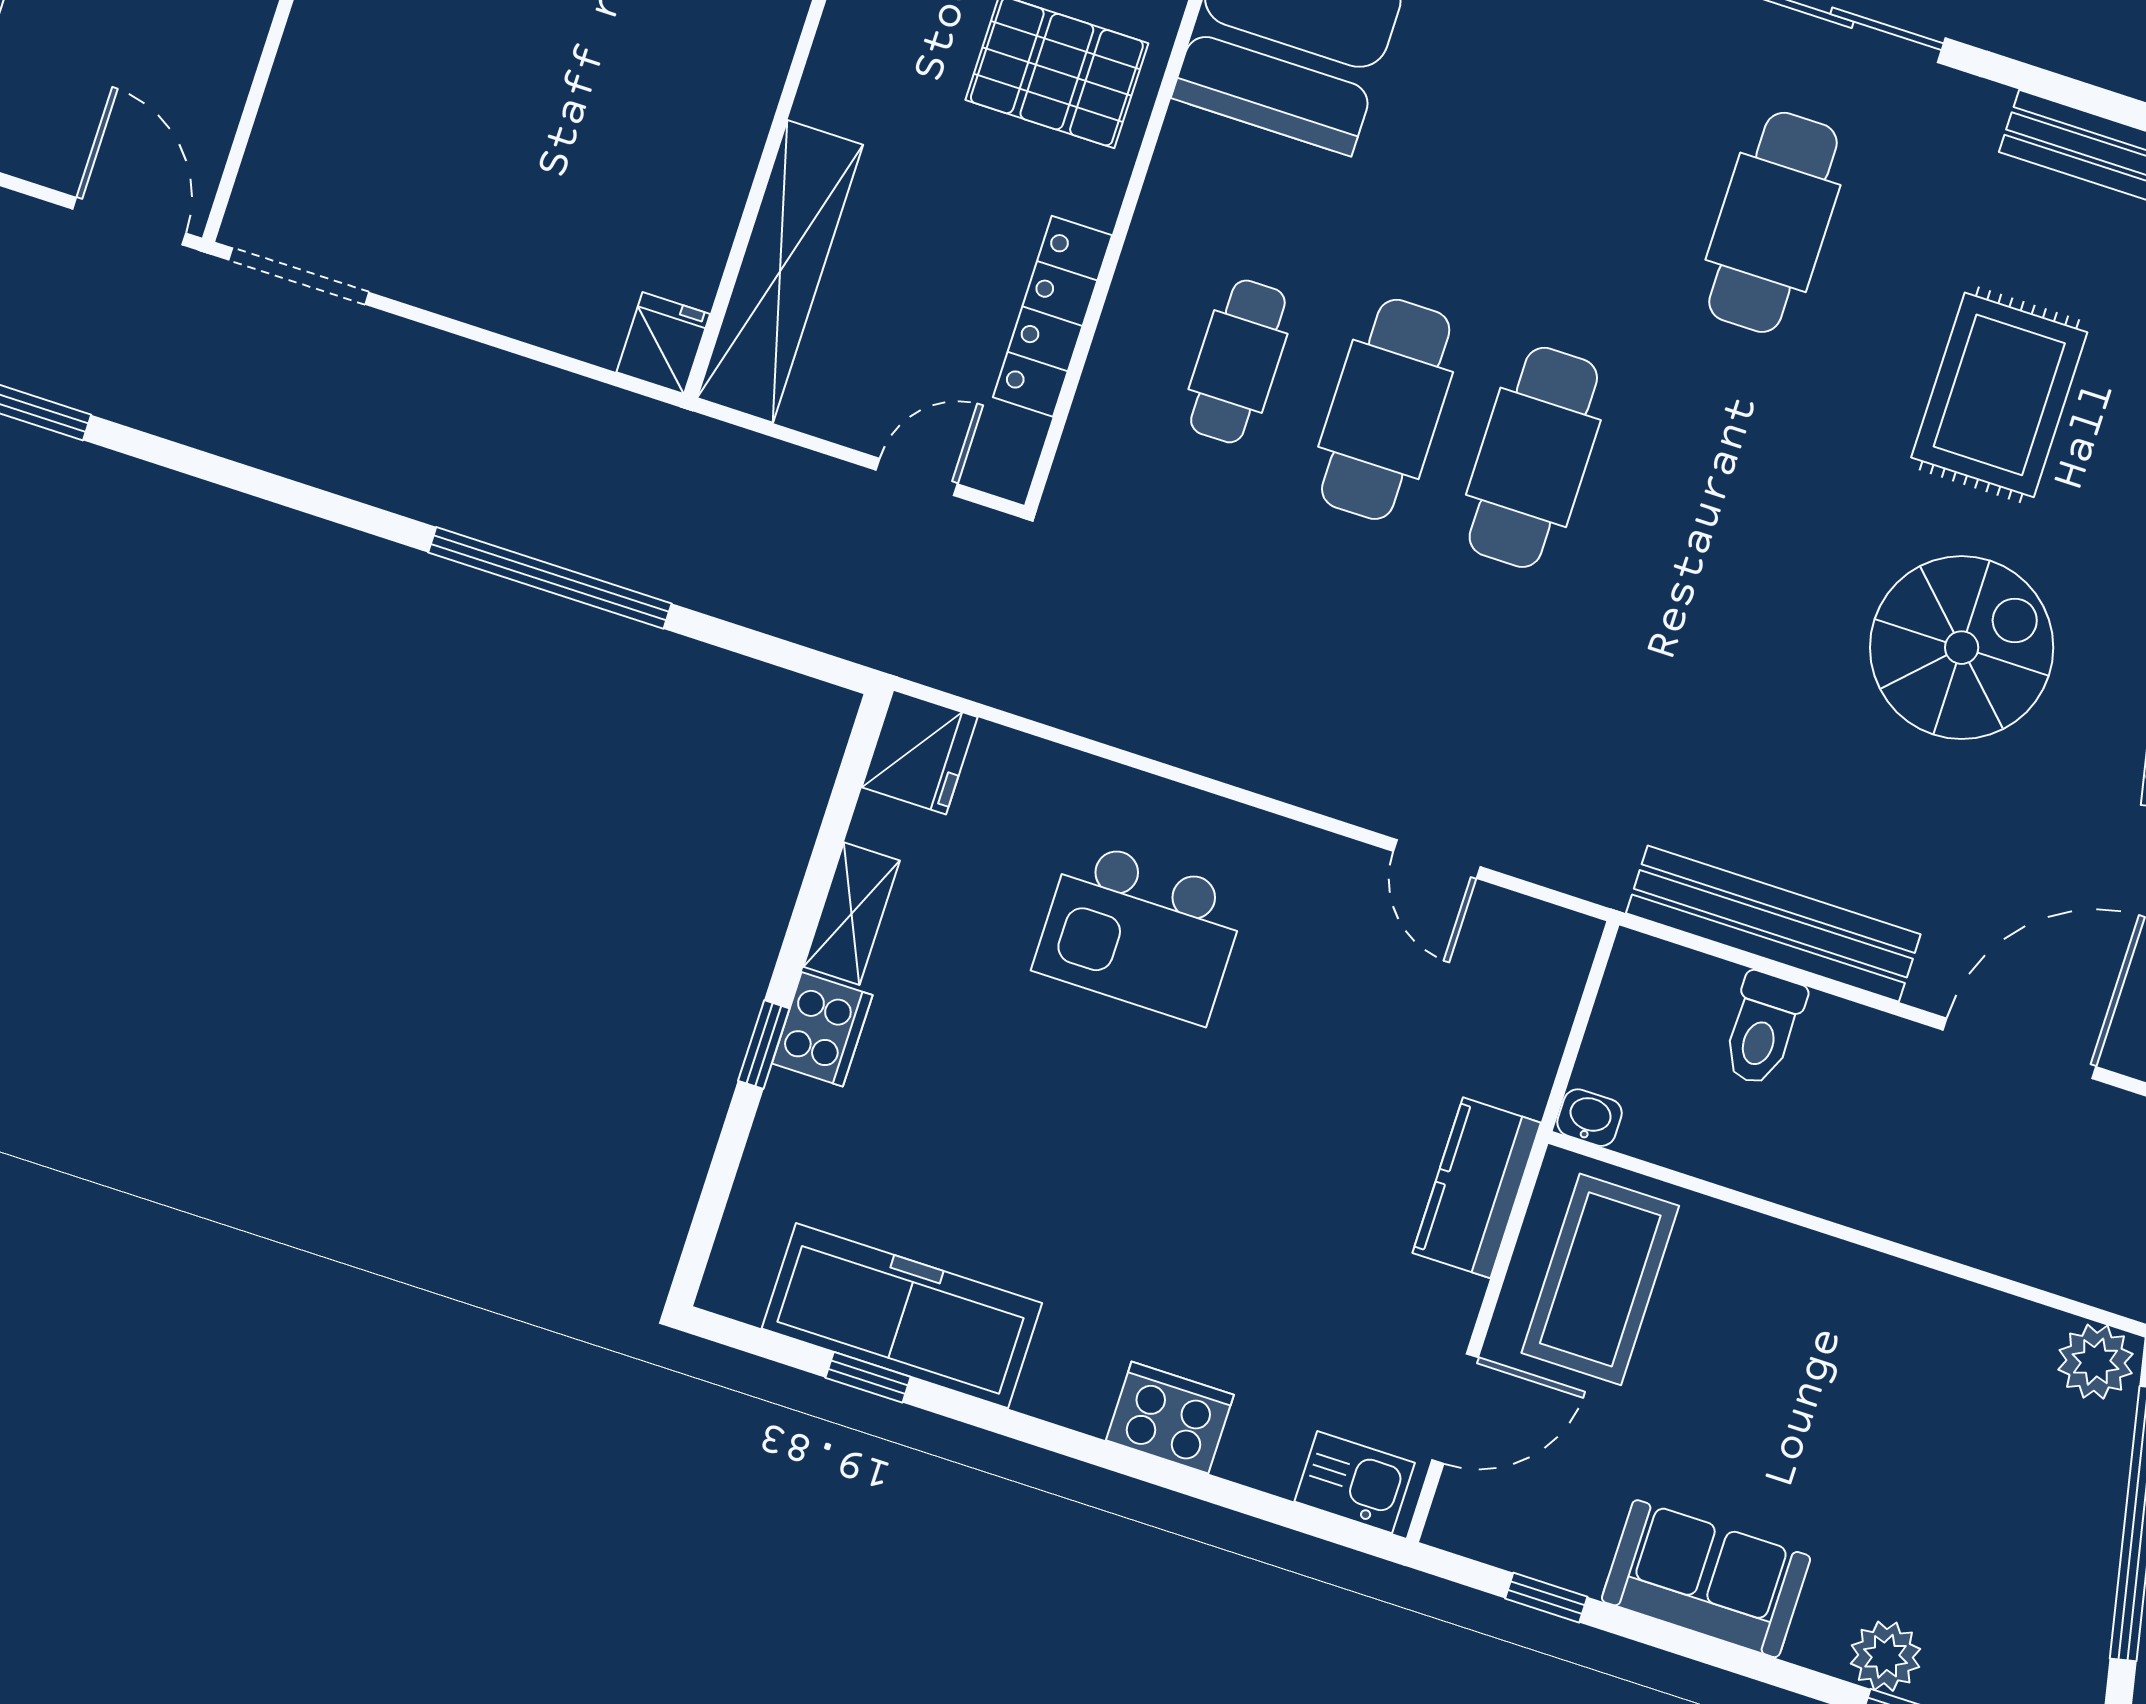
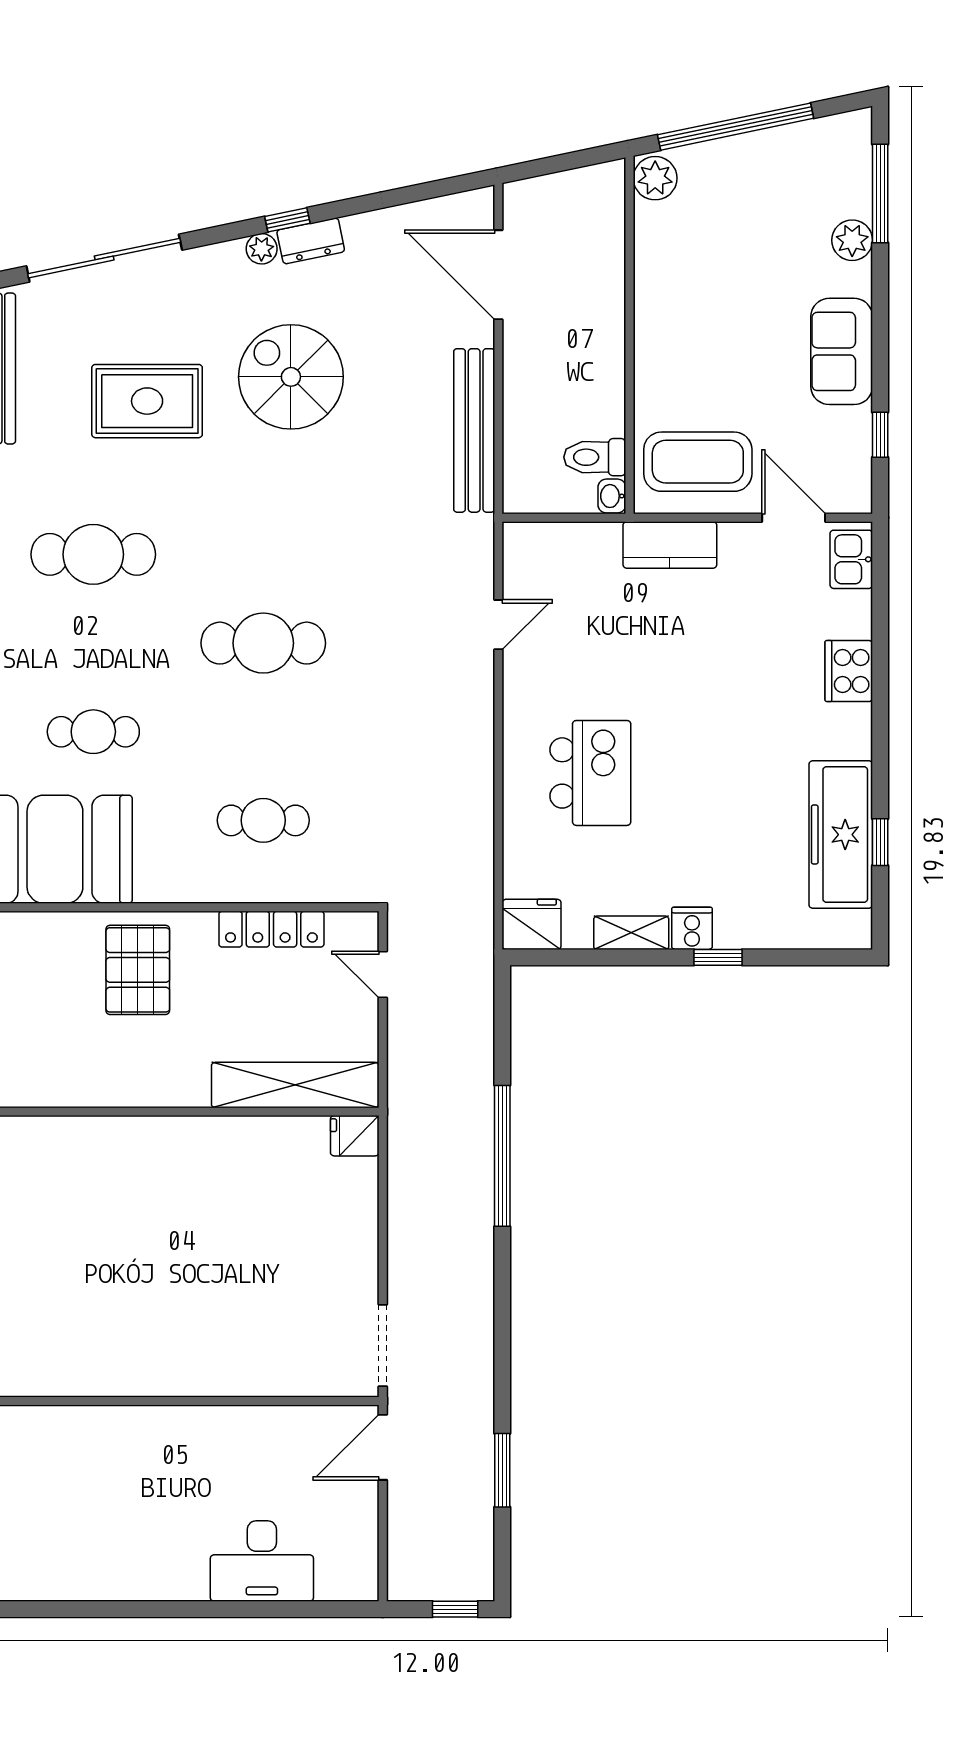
cafe table: (1386, 409) -> (93, 732), moved, width x0.73, depth x0.74
cooker: (822, 1029) -> (692, 928), width x0.73
toilet: (1763, 1029) -> (595, 457), moved, turned 180

